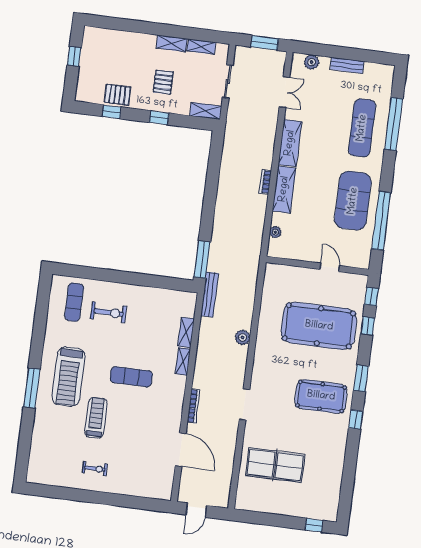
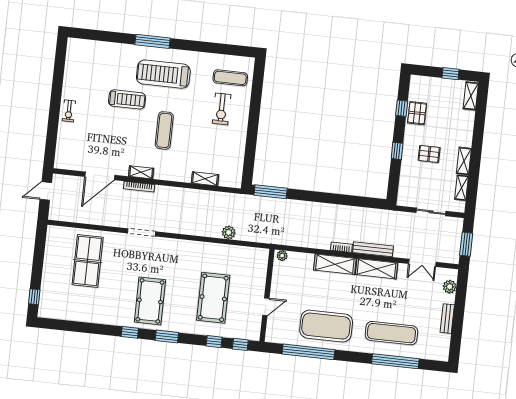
shelving: (206, 111) -> (471, 96), moved
plant: (275, 232) -> (282, 256), moved
bench: (210, 294) -> (373, 249), moved
pool table: (319, 326) -> (213, 298), width x0.73, depth x0.76
plant: (243, 337) -> (229, 232), moved
shelving: (183, 361) -> (141, 172), moved
exercise bike: (95, 468) -> (69, 111), moved
door: (196, 510) -> (46, 191), hinge flipped

